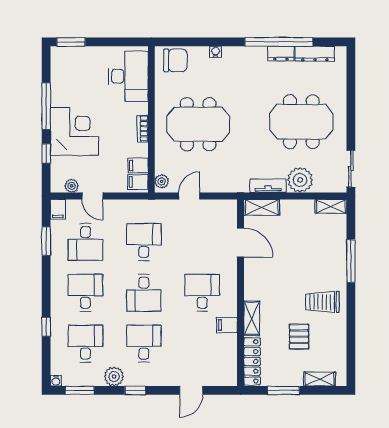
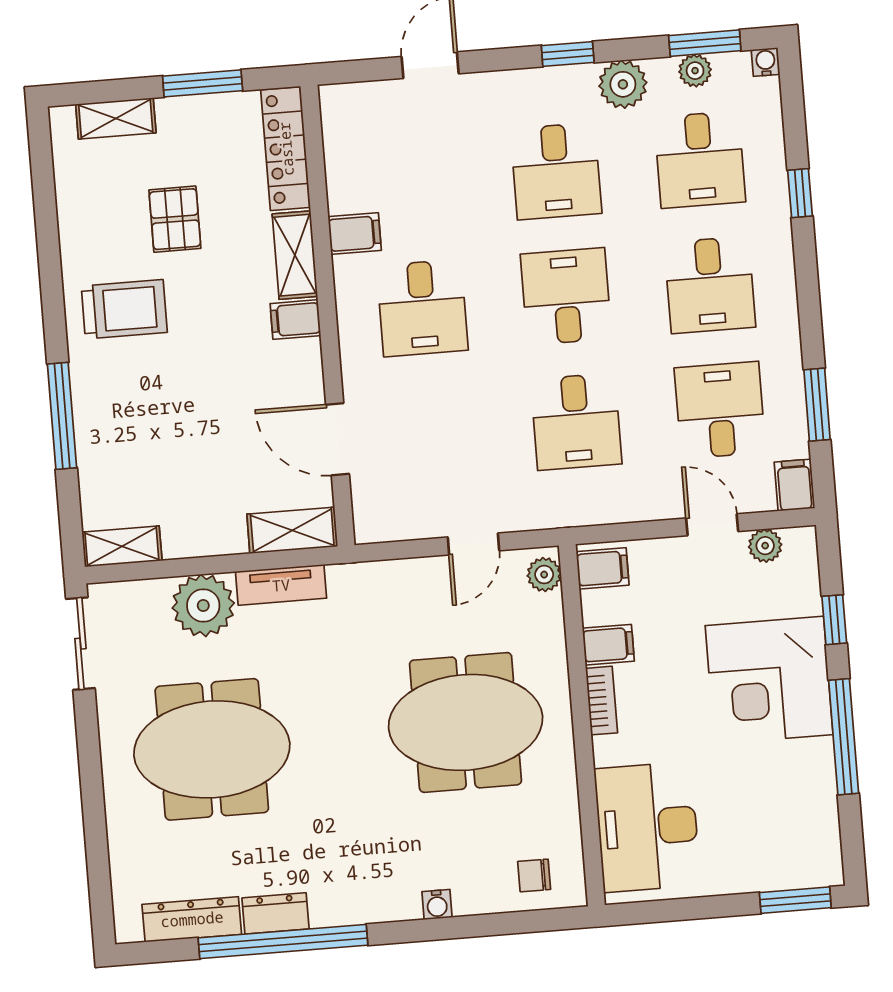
chair: (175, 60) -> (534, 875), width x0.54, depth x0.54
filing cabinet: (138, 166) -> (608, 645), moved
filing cabinet: (254, 292) -> (295, 320), added
plant: (85, 380) -> (695, 71), added

